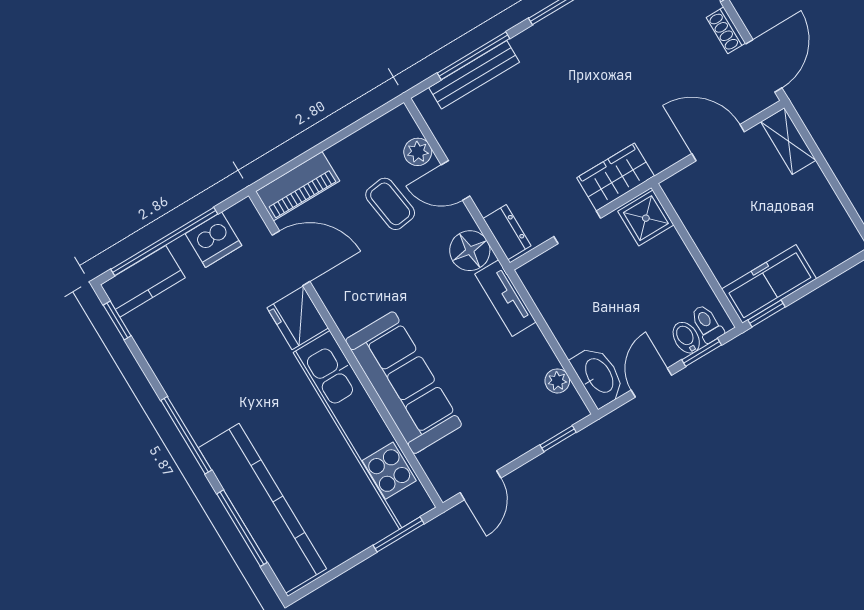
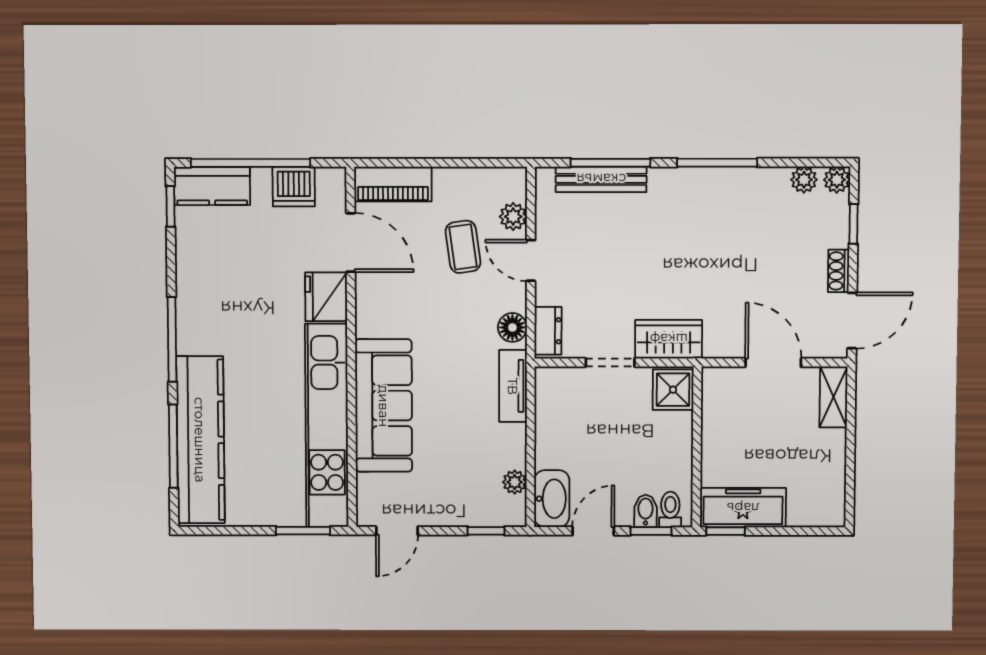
floor lamp: (470, 251) -> (512, 327), width x0.73, depth x0.73

